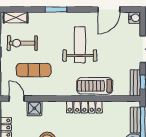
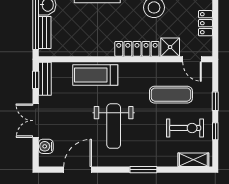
water cooler: (135, 18) -> (46, 146), moved
treadmill: (95, 86) -> (95, 75), turned 180
locker: (84, 107) -> (137, 49), moved

